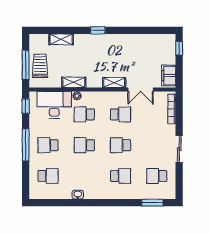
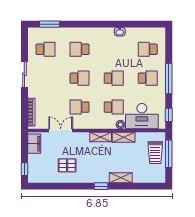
shelving: (61, 39) -> (121, 178), moved
pallet: (134, 52) -> (67, 165), added
shelving: (114, 83) -> (101, 137), moved

